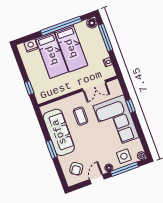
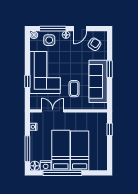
nightstand: (31, 45) -> (46, 166), moved

